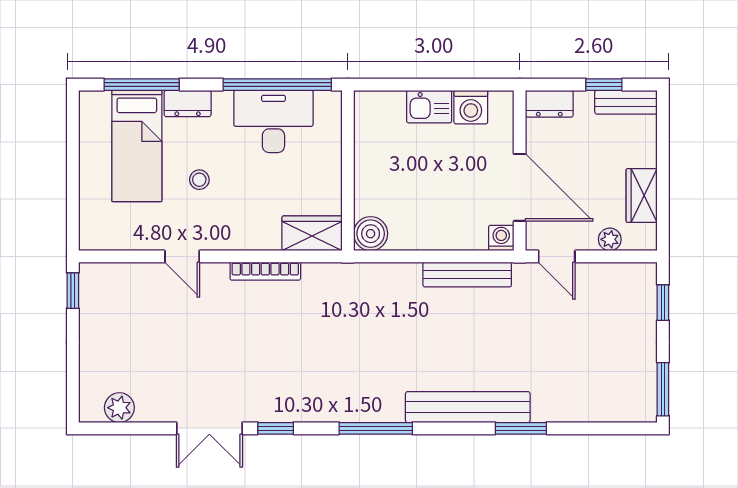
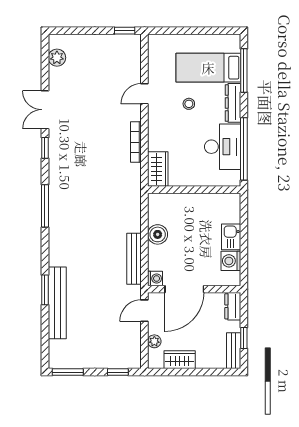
dresser: (188, 103) -> (233, 103), width x1.44
boiler: (371, 234) -> (158, 234), moved
bench: (468, 407) -> (57, 303), moved

